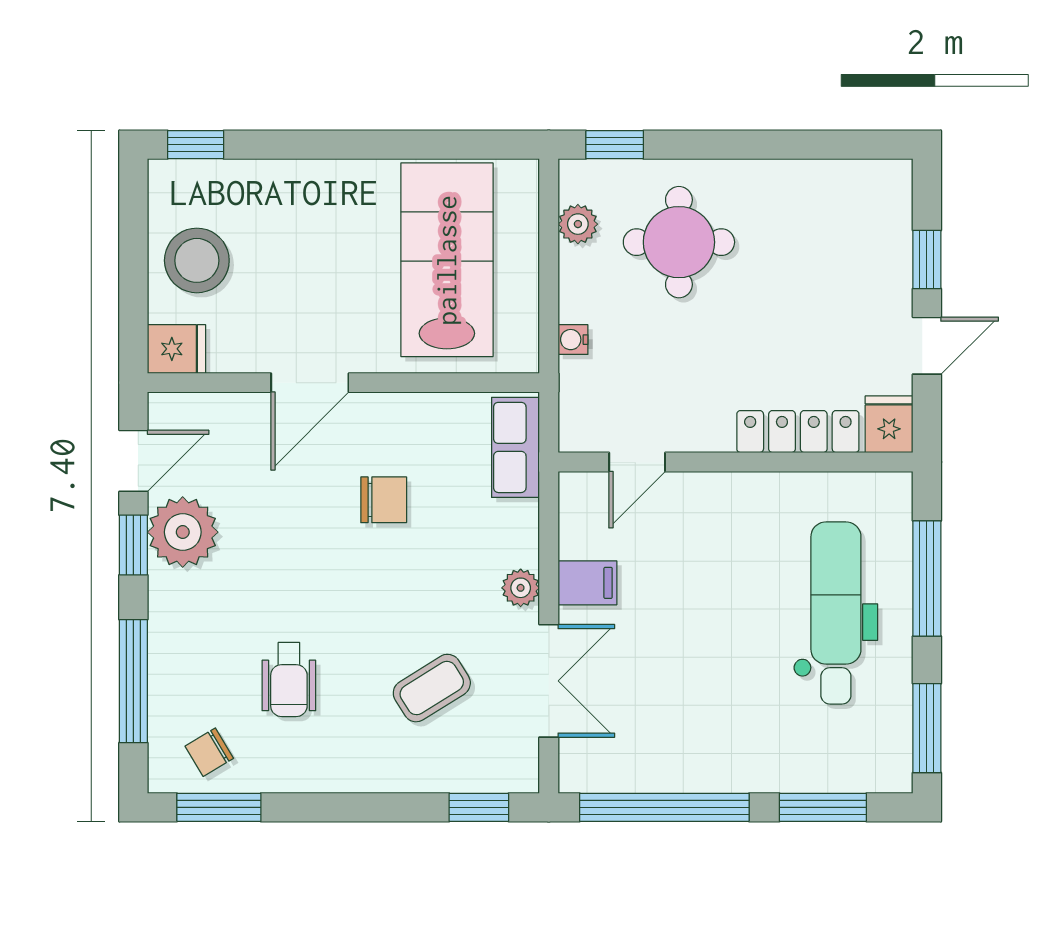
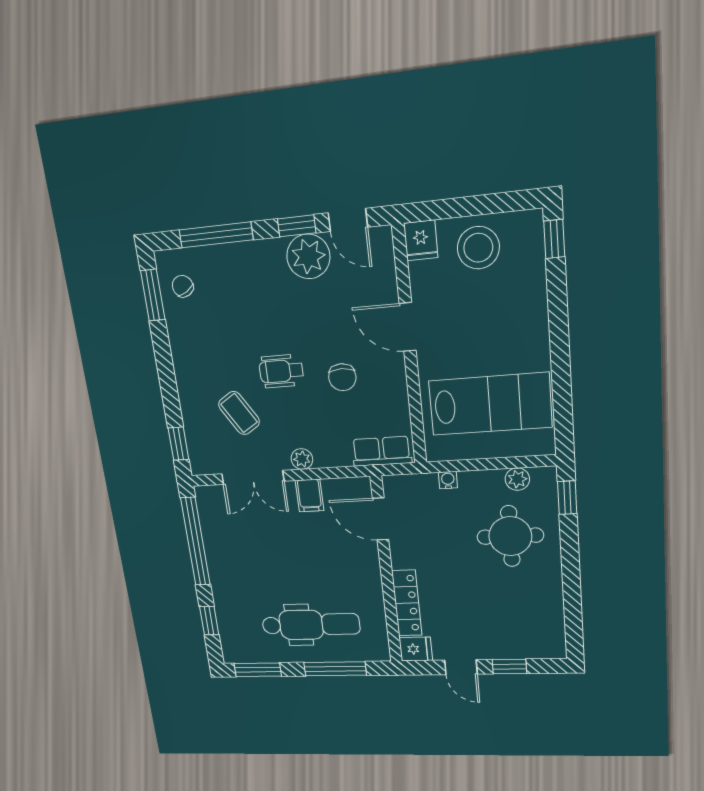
door: (637, 462) -> (381, 519), width x1.38
wheelchair: (289, 679) -> (281, 371), moved
window: (823, 807) -> (209, 621), width x0.67

